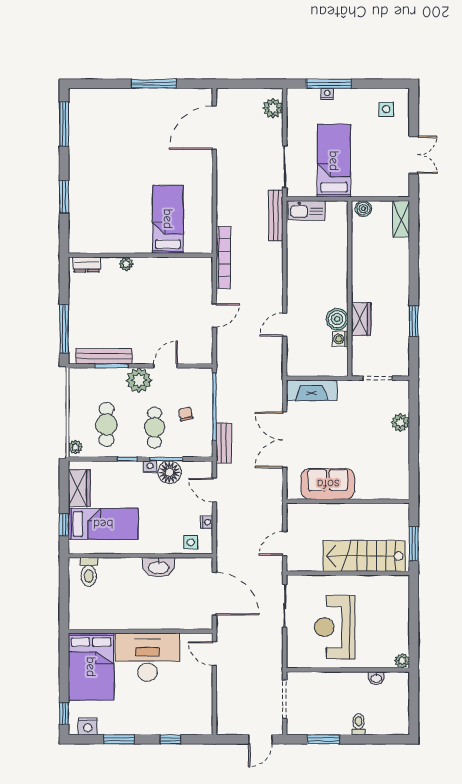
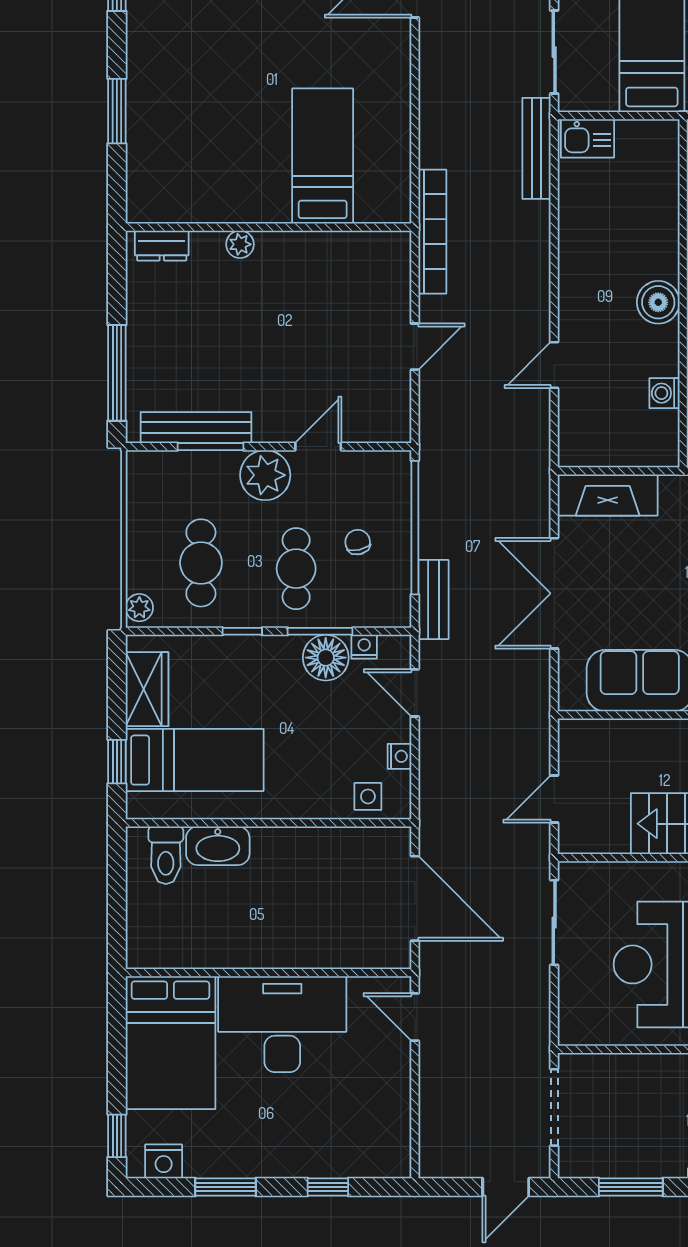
kitchen sink: (306, 210) -> (587, 138), width x0.73
boiler: (337, 319) -> (658, 302), moved
nightstand: (150, 467) -> (364, 647), moved
washbasin: (159, 567) -> (218, 846), moved

